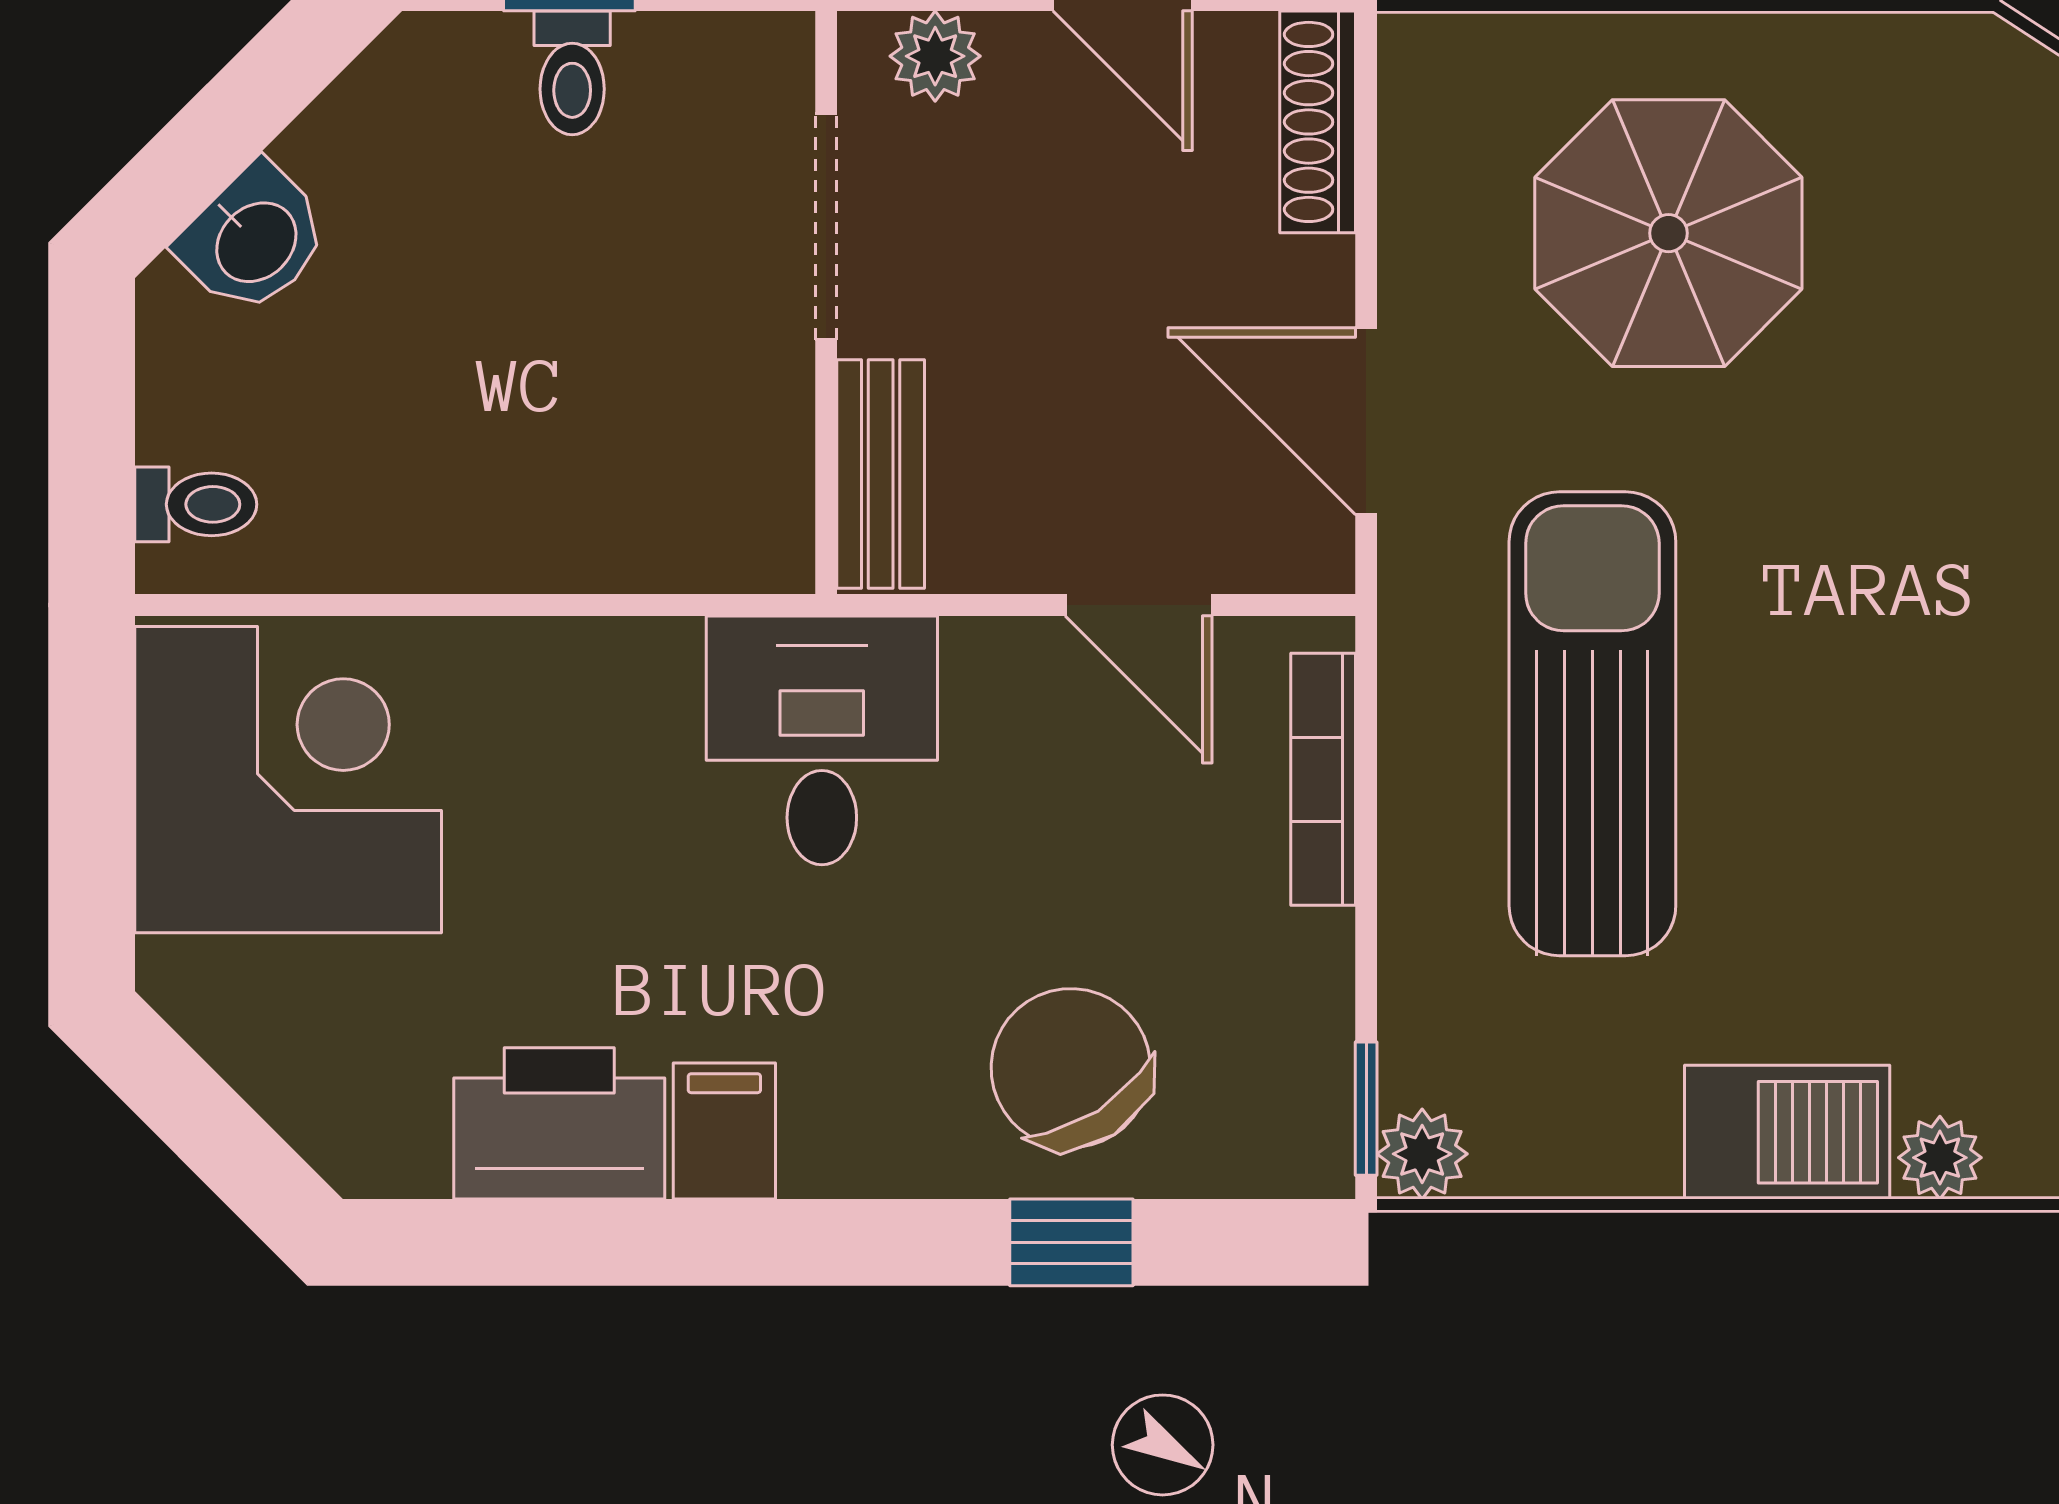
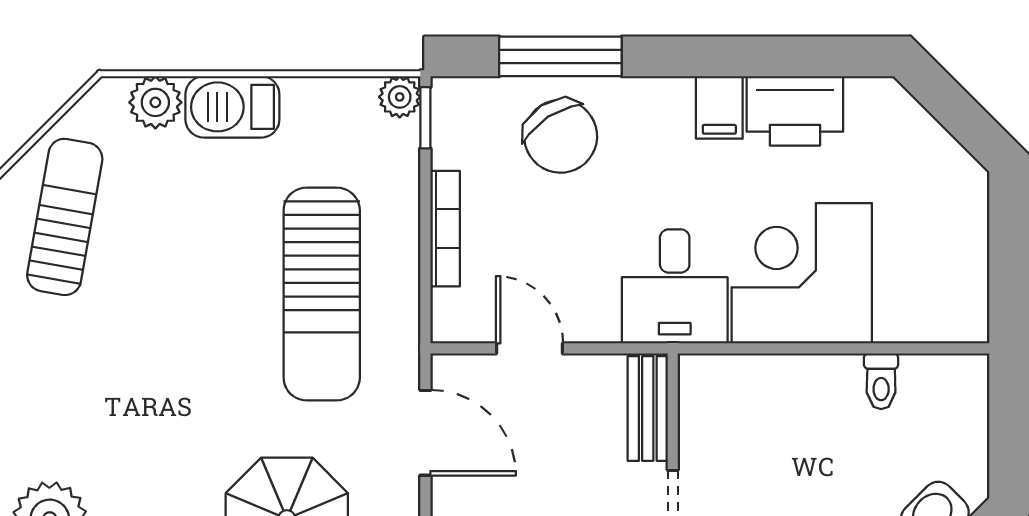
toilet: (196, 504) -> (881, 381), moved, turned -90
bookcase: (1323, 779) -> (445, 229), moved
corner desk: (288, 780) -> (802, 273), moved, turned 90
plant: (1940, 1158) -> (155, 102), width x1.38, depth x1.38
window: (1071, 1242) -> (560, 56), width x2.17

